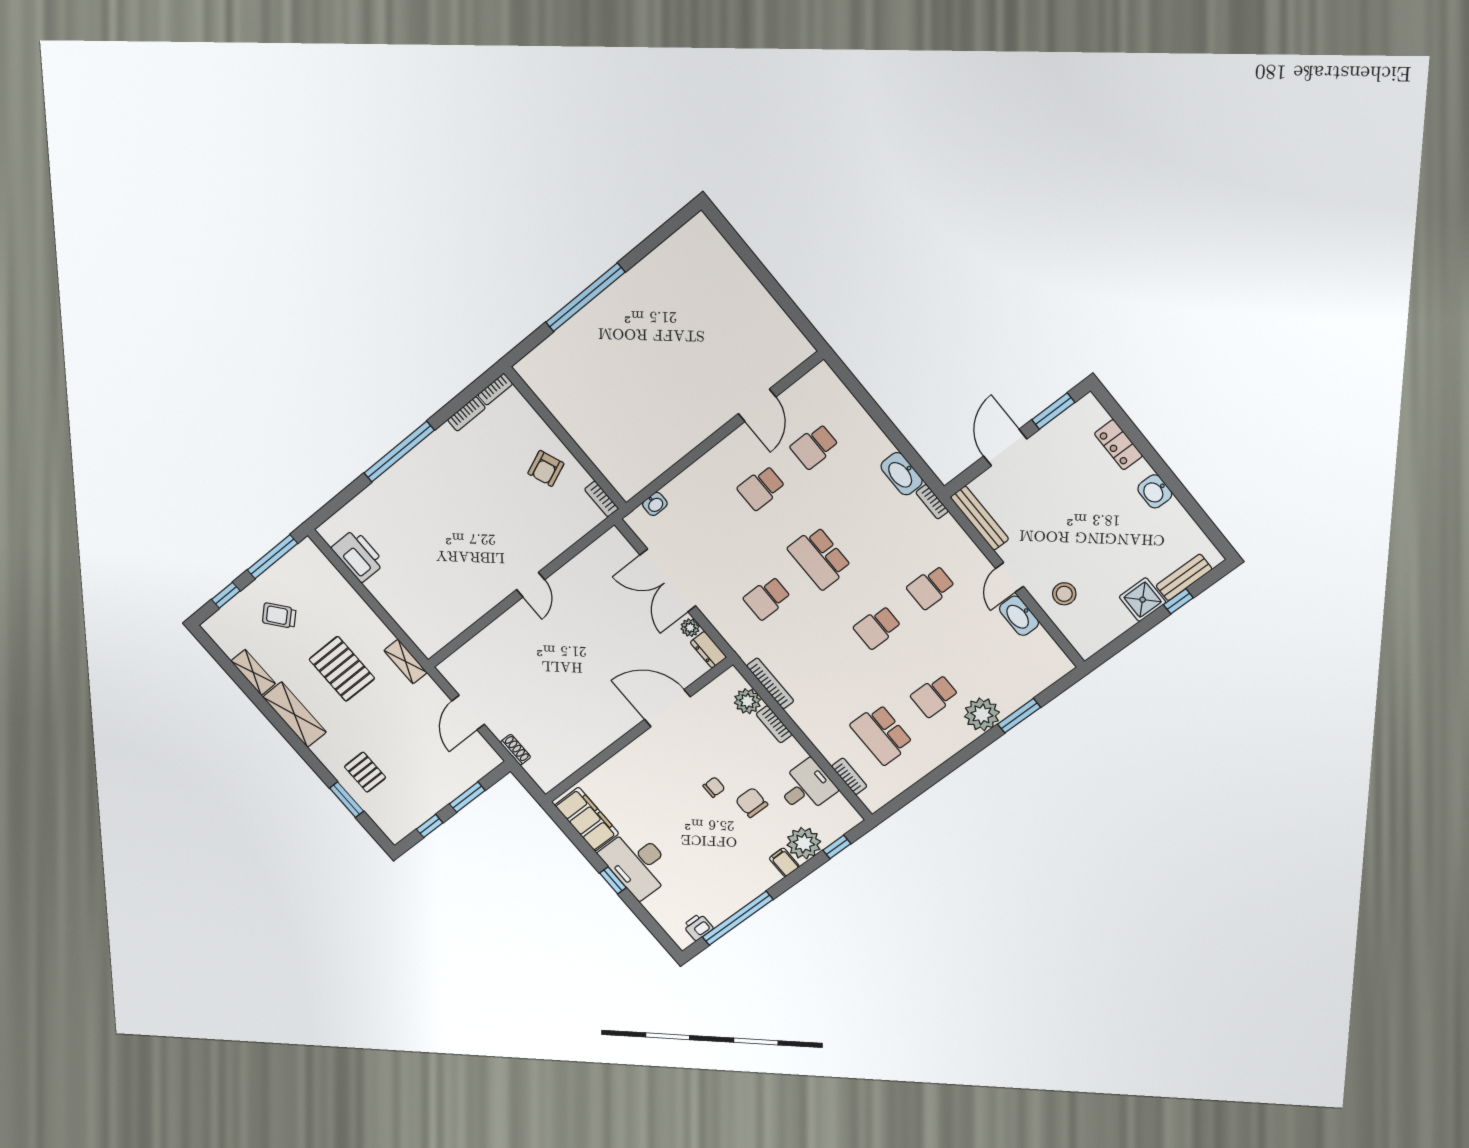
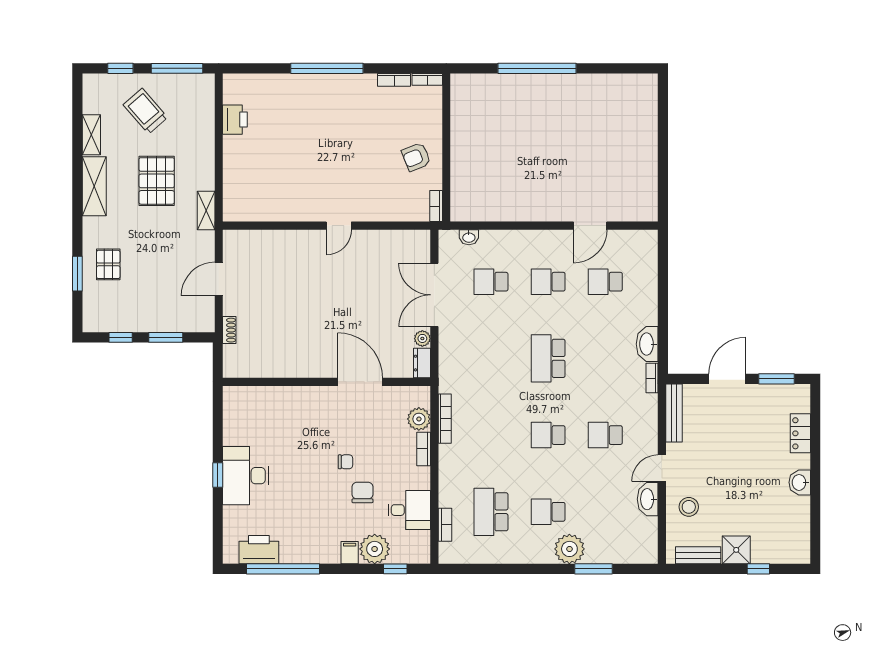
printer: (358, 556) -> (235, 120), width x0.73, depth x0.84
bench: (1184, 577) -> (698, 555), moved
school desk: (767, 598) -> (491, 282), moved
trolley: (279, 616) -> (145, 111), width x1.36, depth x1.39
filing cabinet: (587, 819) -> (237, 417), removed
printer: (698, 927) -> (259, 550), width x1.87, depth x1.48

